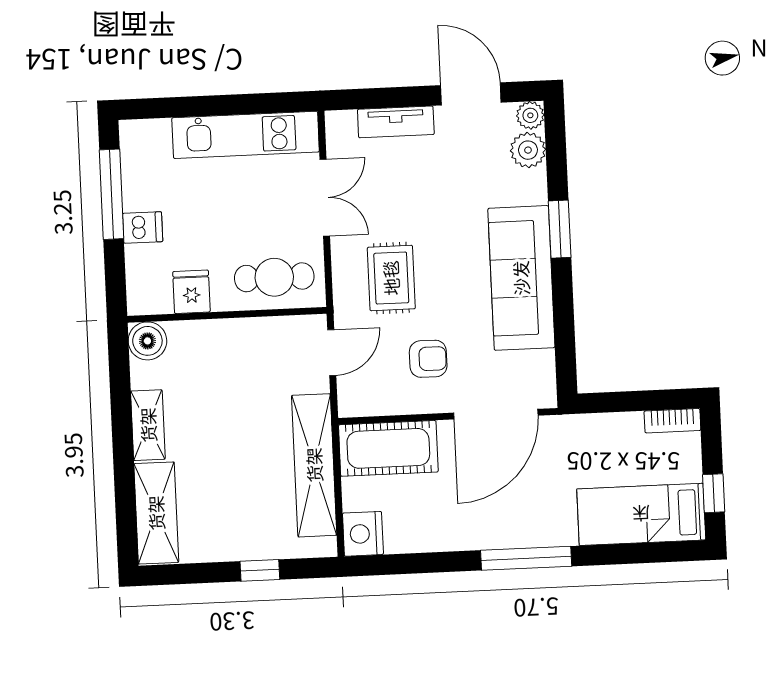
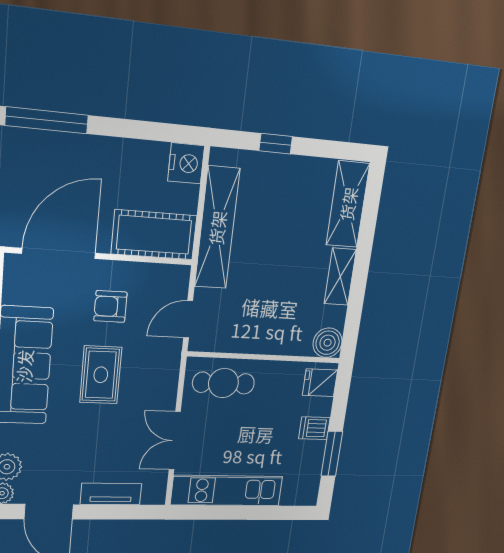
window: (111, 194) -> (332, 454), width x0.69
rug: (391, 278) -> (101, 375), moved
fridge: (191, 292) -> (320, 383), moved, turned 90

